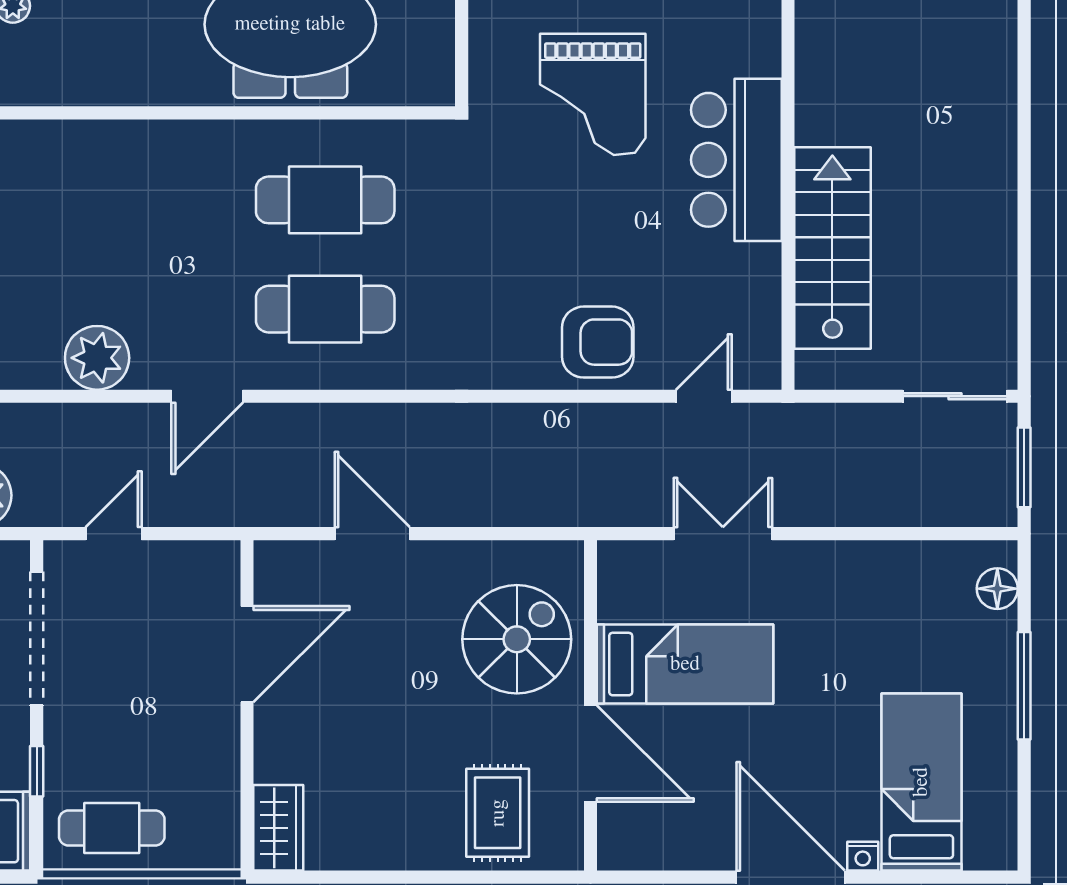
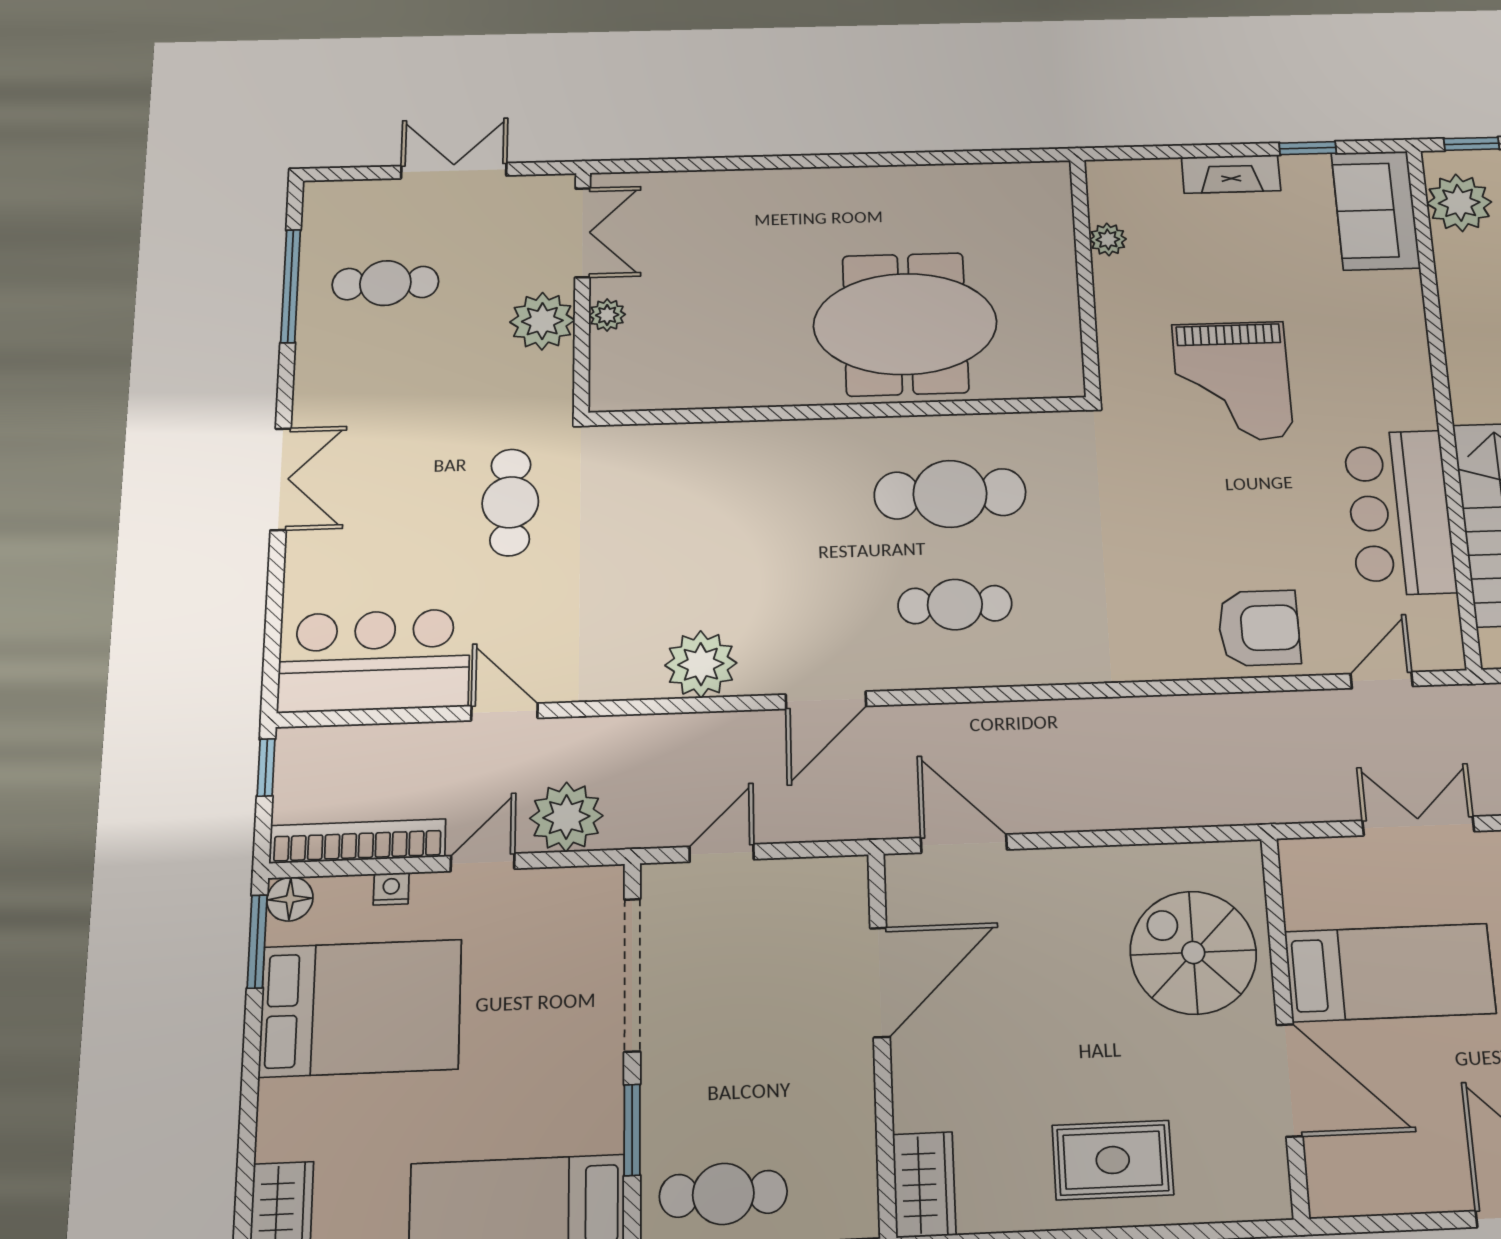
bar counter: (736, 160) -> (1400, 512), moved
cafe table: (325, 309) -> (955, 605), width x0.73, depth x0.74
door: (372, 534) -> (964, 844), moved
spiral stairs: (517, 639) -> (1193, 953), turned -90
window: (37, 771) -> (632, 1130), width x1.50
rug: (498, 813) -> (1113, 1160), moved, turned 90

